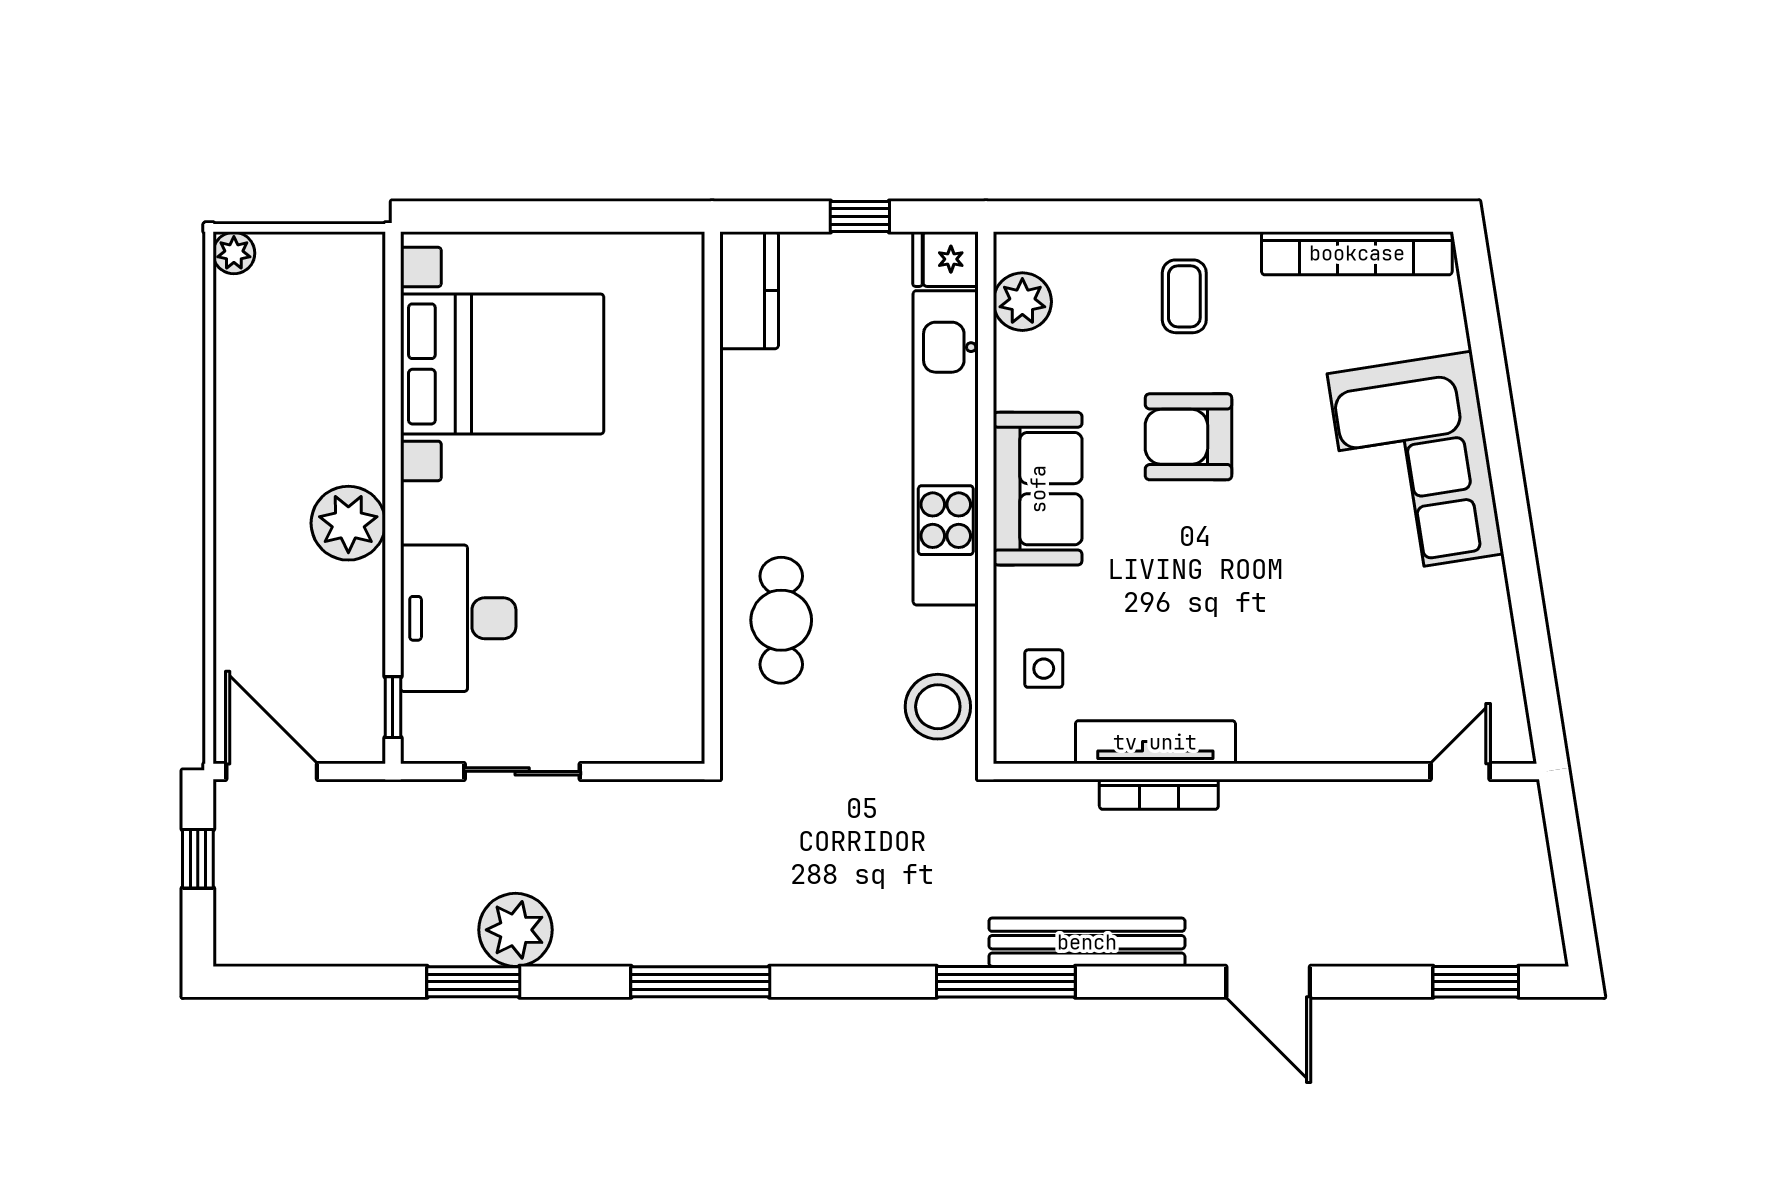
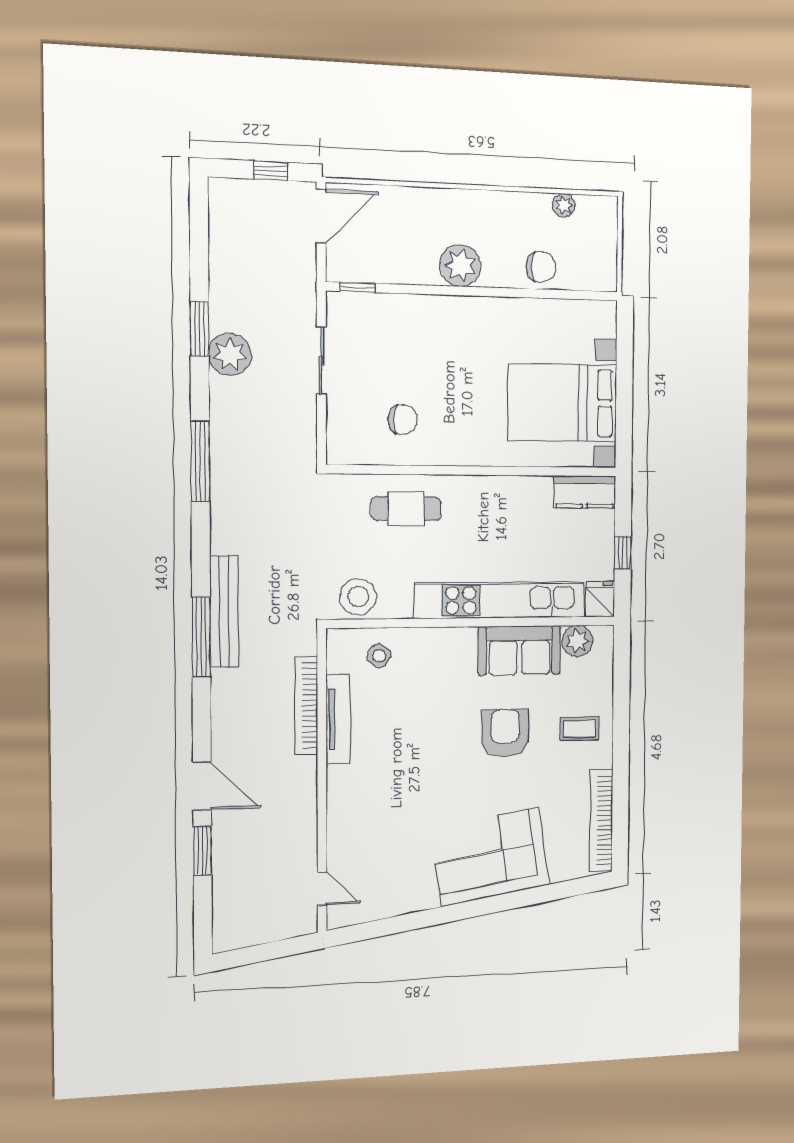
plant: (234, 253) -> (564, 205), moved
bed with nightstands: (502, 364) -> (562, 403), moved, turned 90
chair: (345, 375) -> (541, 267), added
sofa: (1038, 489) -> (519, 650), moved
desk: (458, 618) -> (408, 326), removed
chair: (623, 627) -> (403, 419), added
side table: (1044, 669) -> (379, 656), turned 34
bookcase: (1159, 794) -> (306, 706), width x1.48, depth x1.31
bench: (1087, 942) -> (224, 612), moved
door: (1268, 982) -> (202, 786), swing flipped
window: (1476, 982) -> (202, 851), moved

